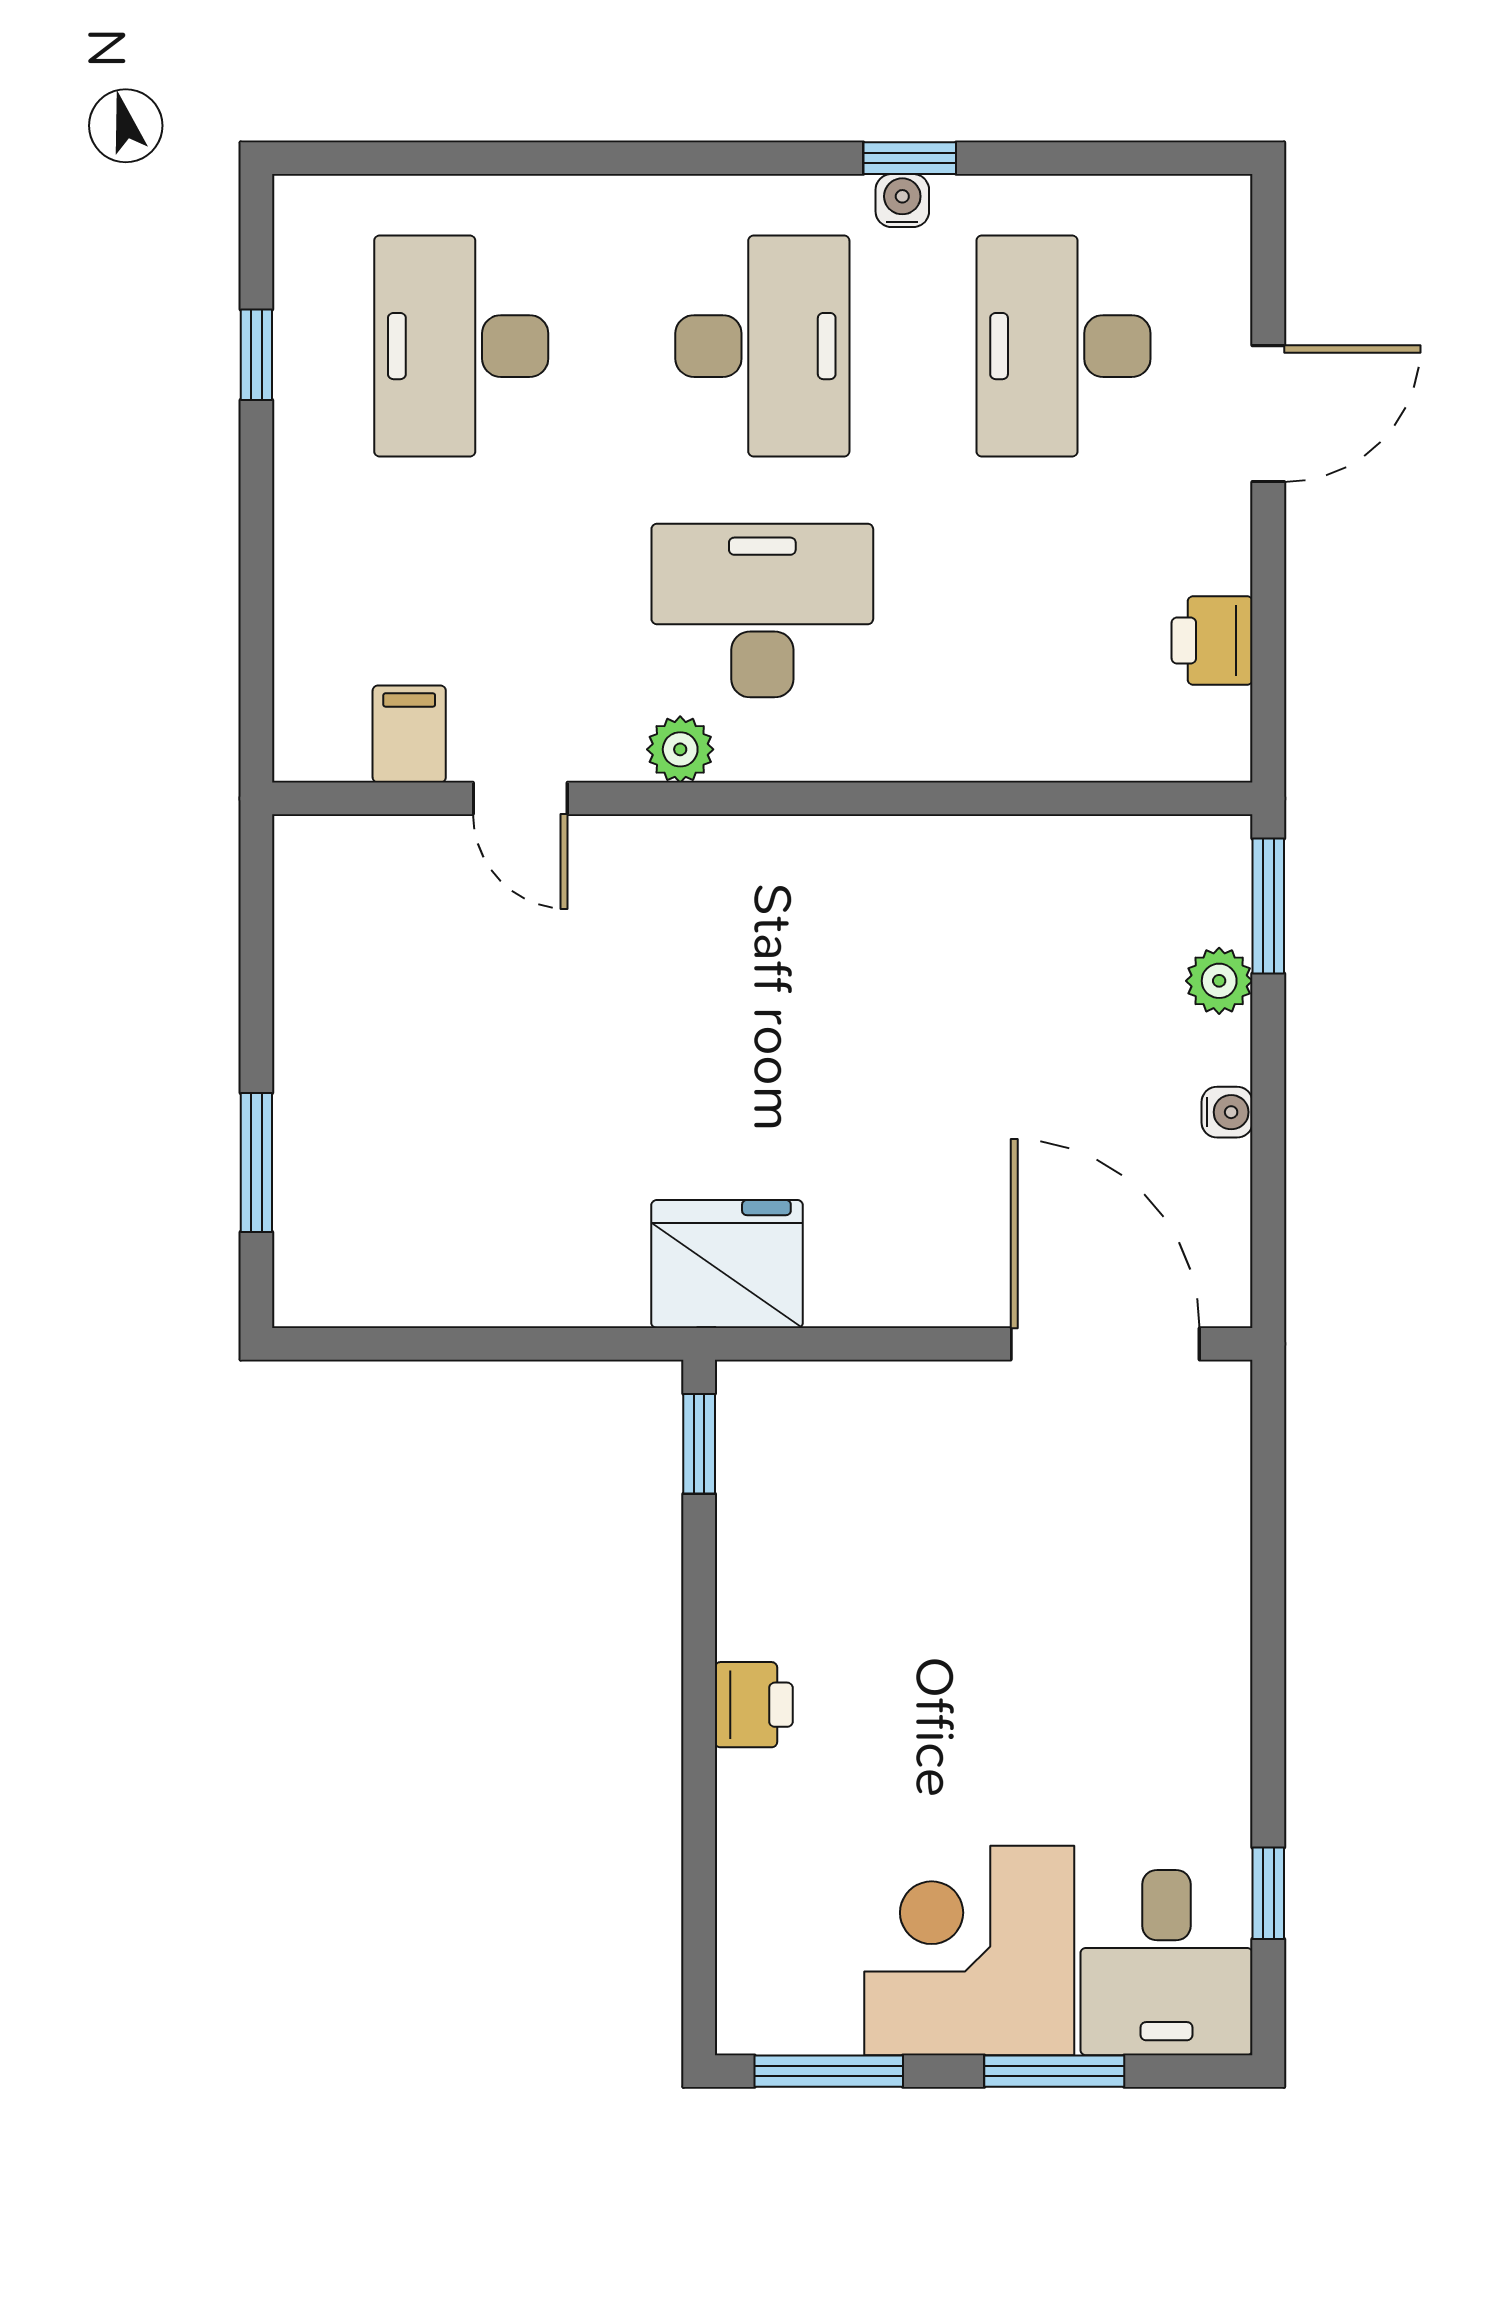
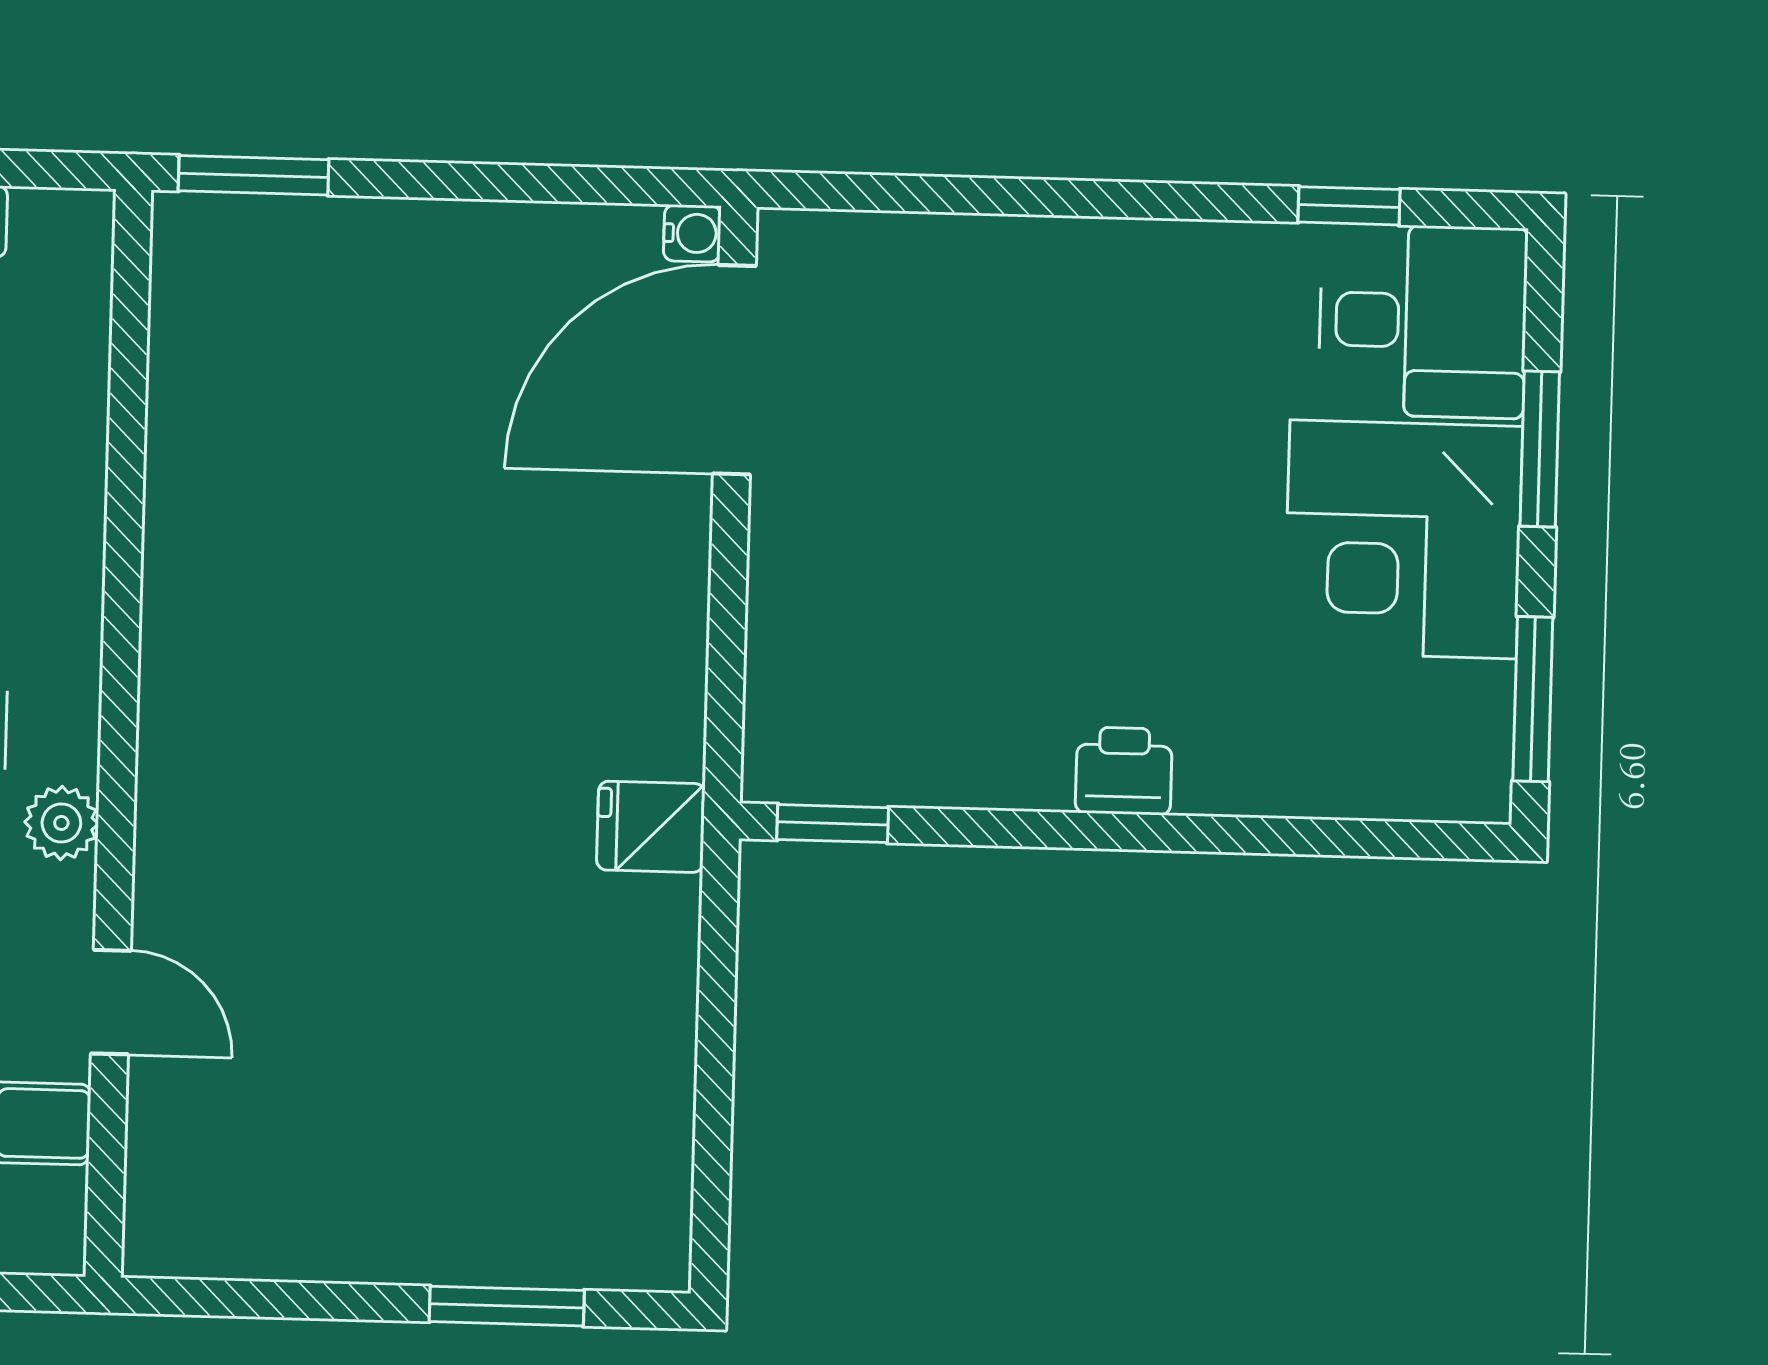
door: (520, 798) -> (111, 1002), hinge flipped
plant: (1219, 981) -> (335, 232), removed
water cooler: (1227, 1112) -> (692, 233), moved, turned 90
fridge: (727, 1264) -> (651, 827), width x0.53, depth x0.75

